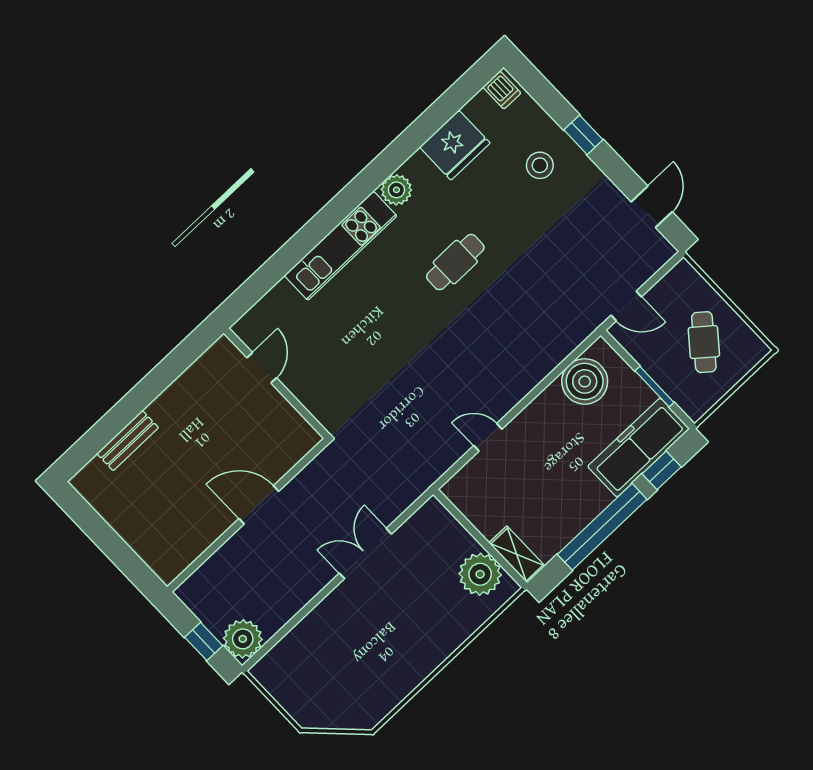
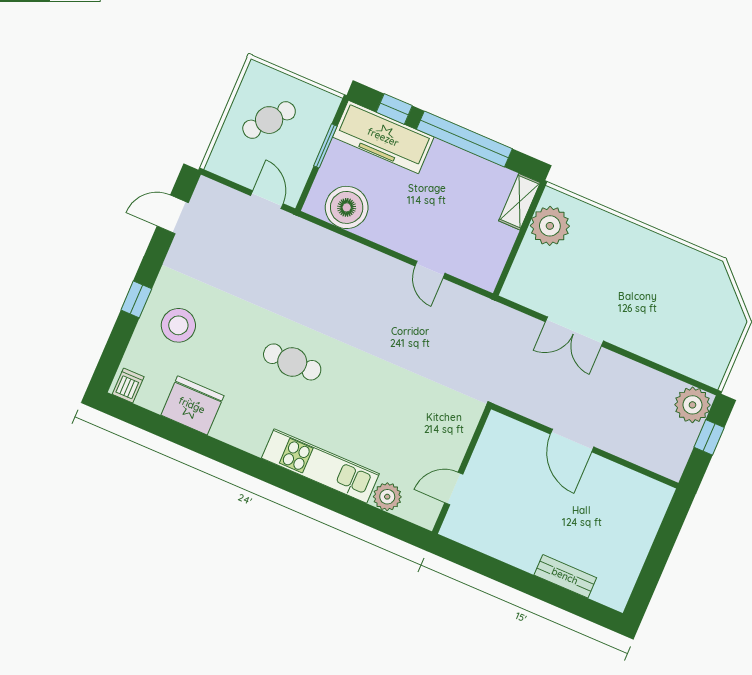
stool: (540, 165) -> (178, 325), width x1.38, depth x1.38
plant: (396, 190) -> (387, 497), moved

